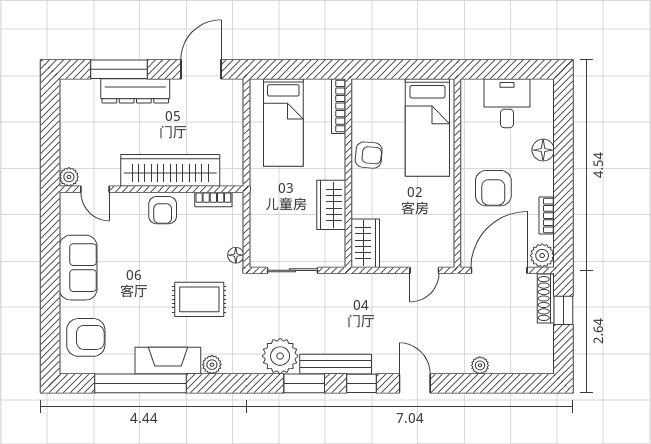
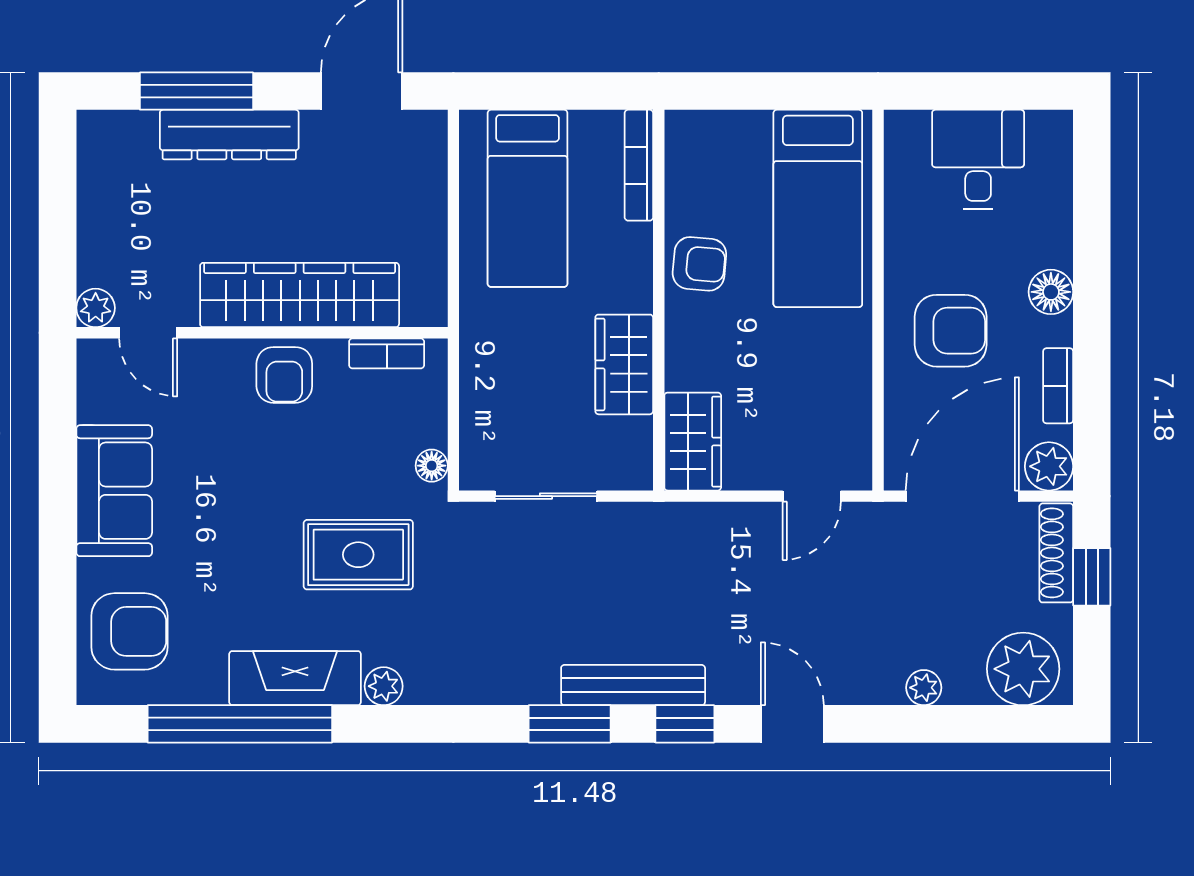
floor lamp: (543, 150) -> (1051, 292), moved
armchair: (493, 188) -> (951, 331), turned -90
plant: (280, 356) -> (1023, 669), moved

